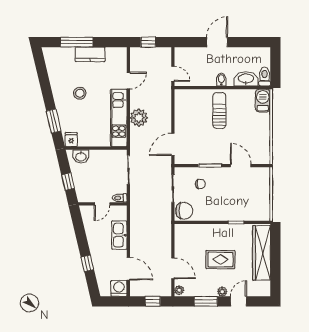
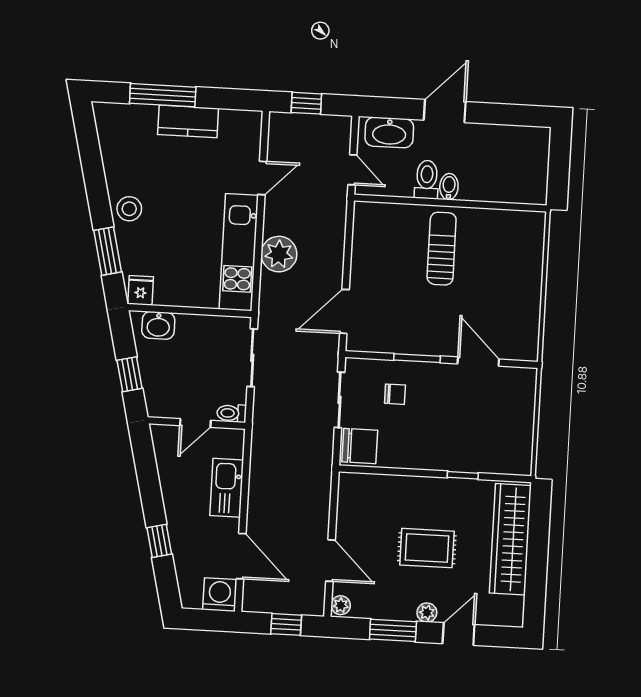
toilet: (265, 77) -> (427, 180), moved
washbasin: (246, 79) -> (389, 132), moved, turned 180
stool: (80, 93) -> (129, 209), moved
barbecue: (263, 101) -> (530, 234), removed

